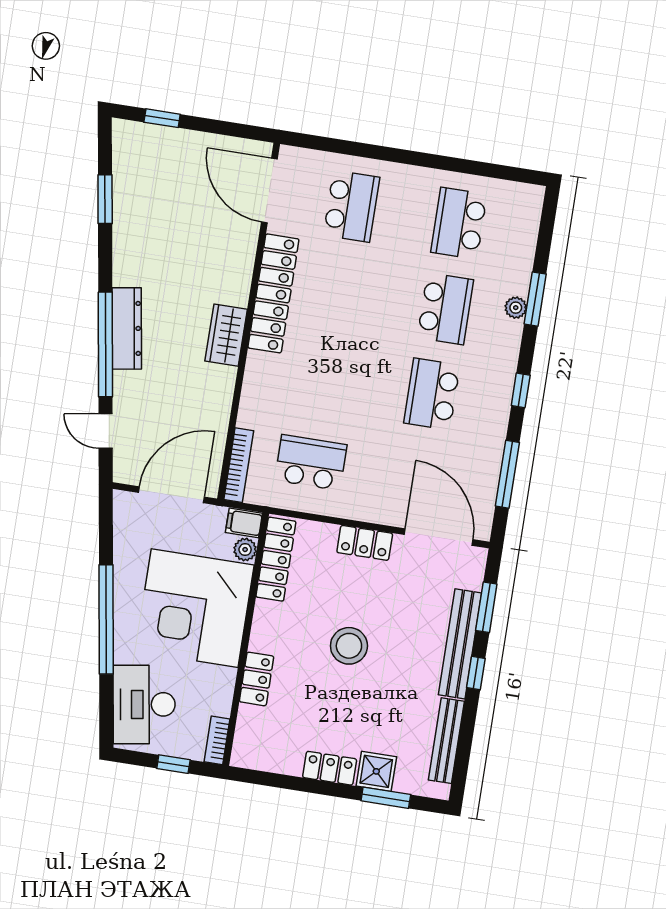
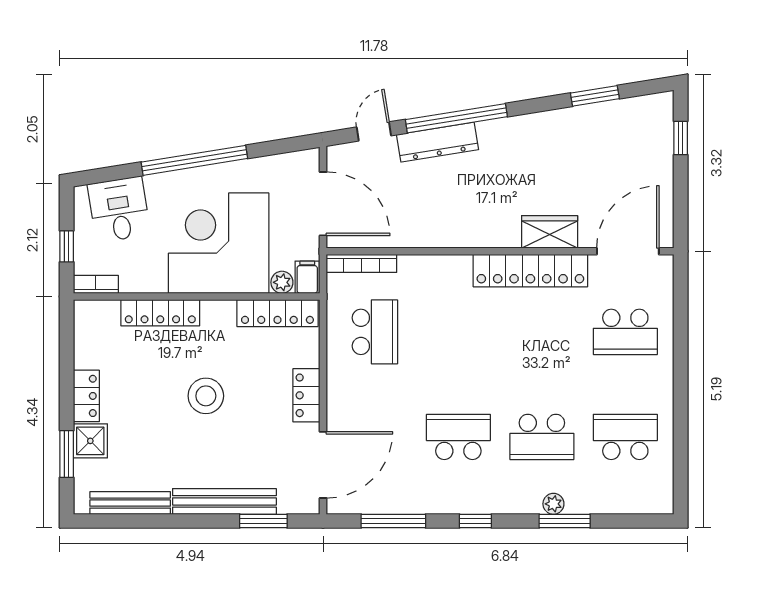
dresser: (127, 328) -> (438, 142), moved
wardrobe: (226, 335) -> (550, 232), moved
window: (476, 673) -> (199, 521), removed
locker: (257, 679) -> (160, 313), width x1.53
desk: (144, 704) -> (119, 209), width x0.73

